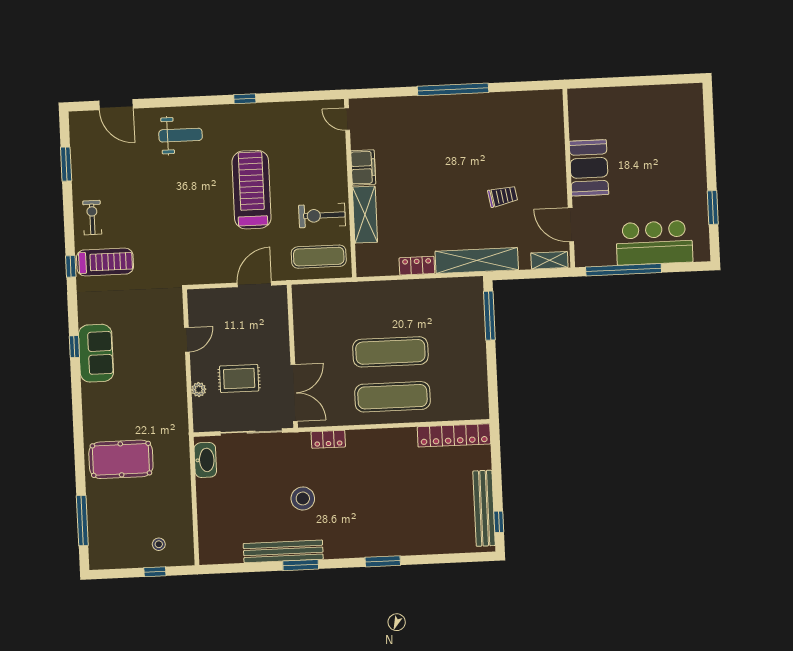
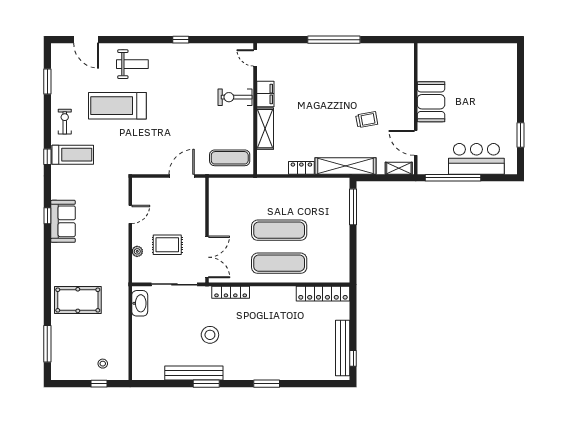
treadmill: (252, 190) -> (117, 106), moved, turned -90
exercise bike: (322, 215) -> (235, 97), moved
locker: (328, 439) -> (231, 292), width x1.53

